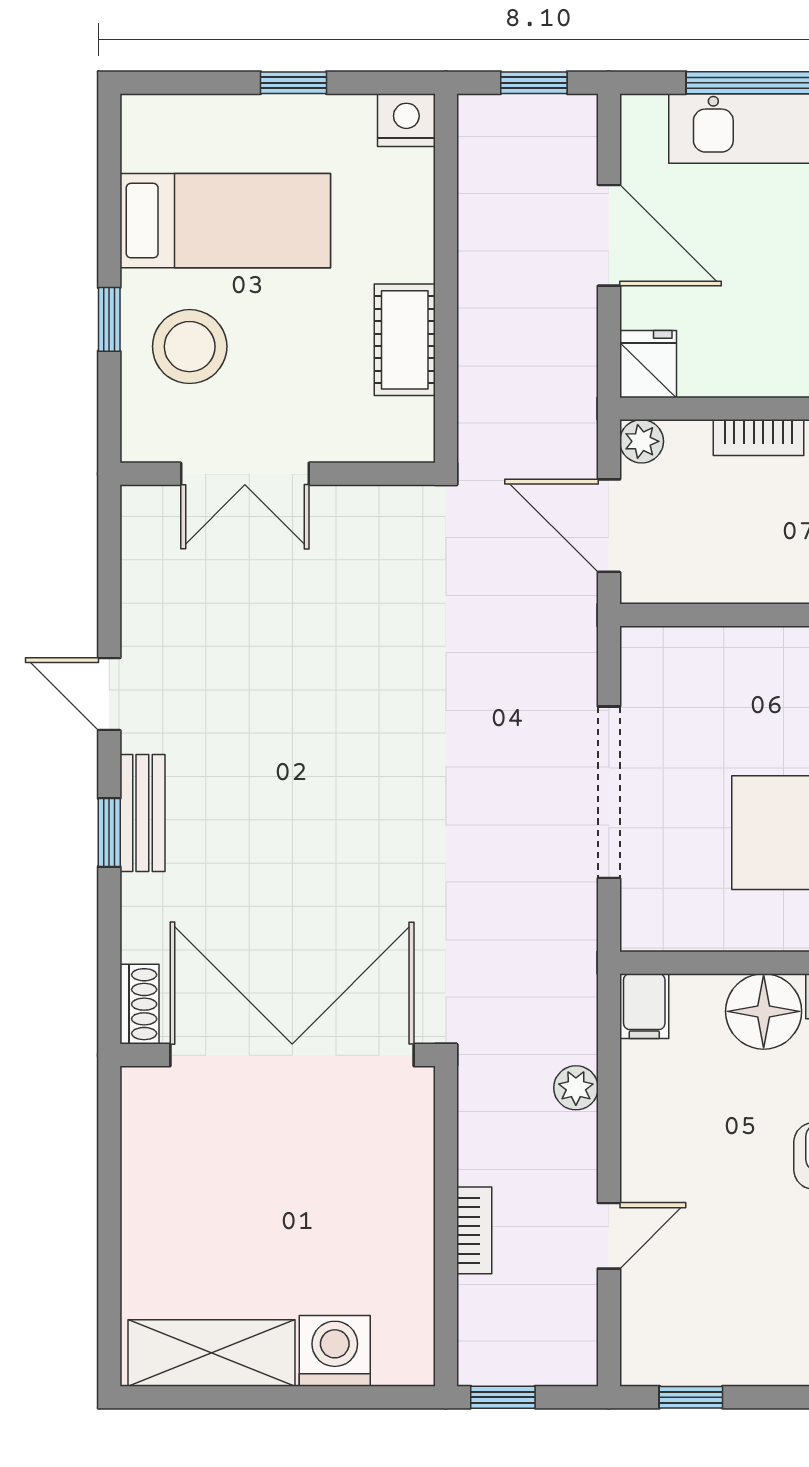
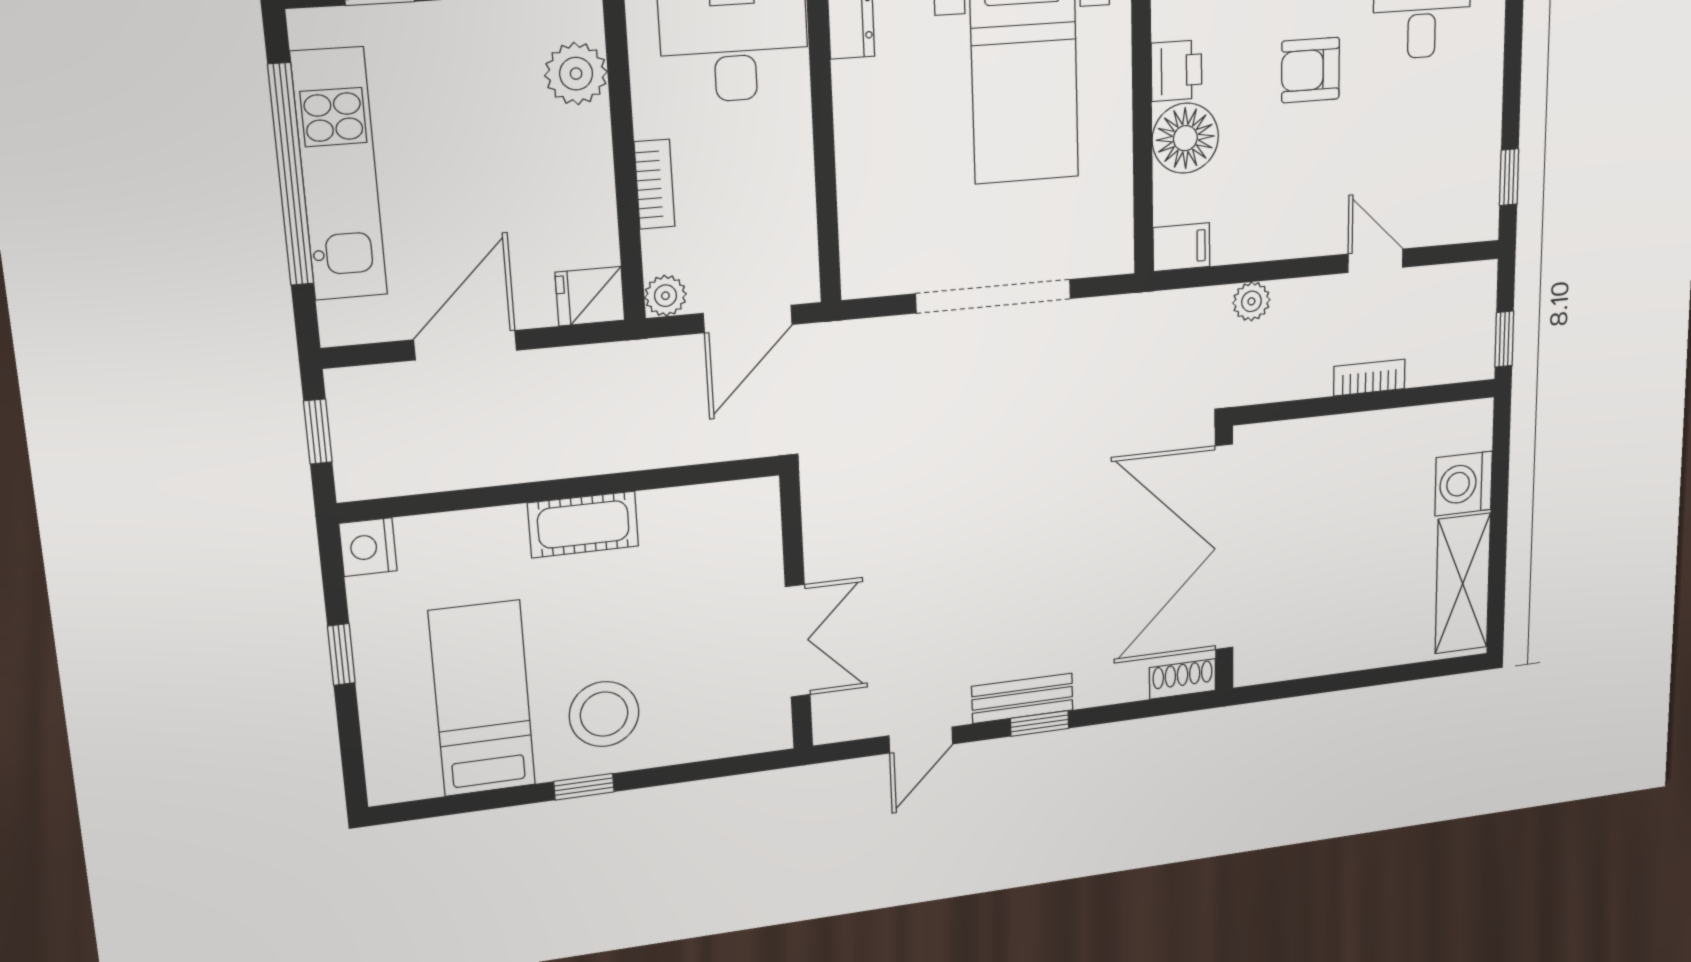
double door: (245, 474) -> (798, 641), moved
wall: (278, 474) -> (796, 613), moved

